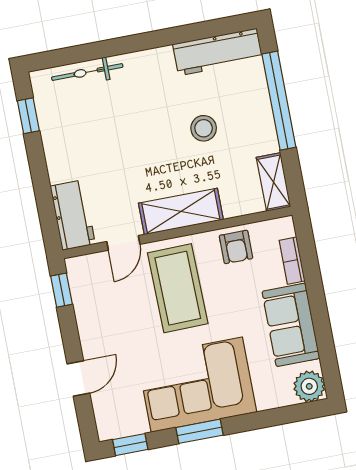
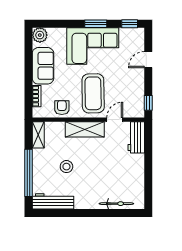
window: (28, 116) -> (148, 188), removed

